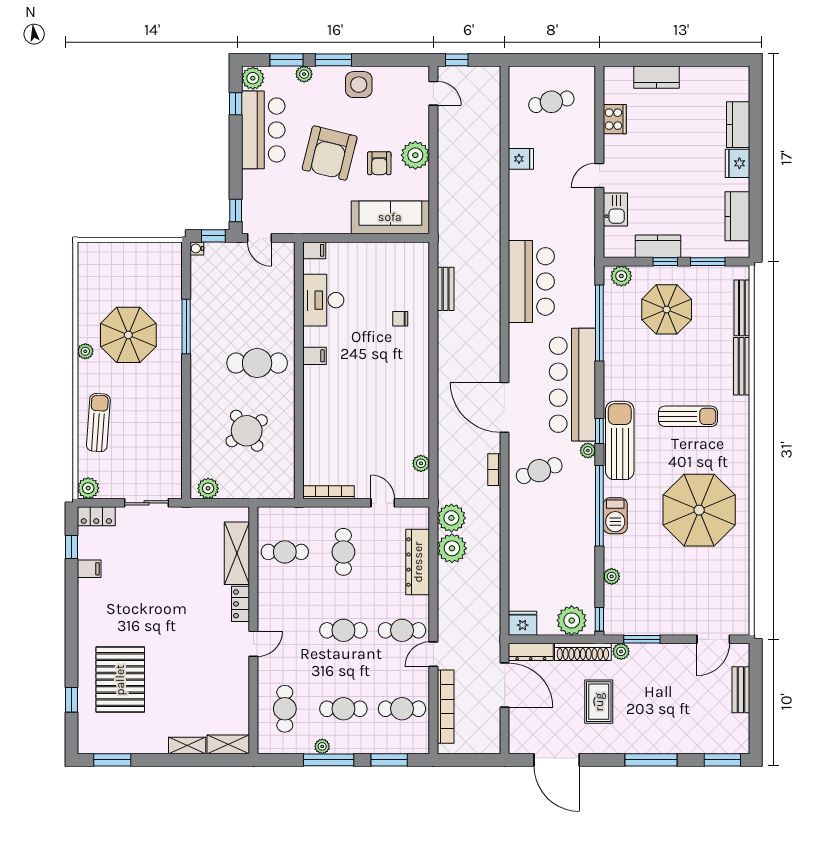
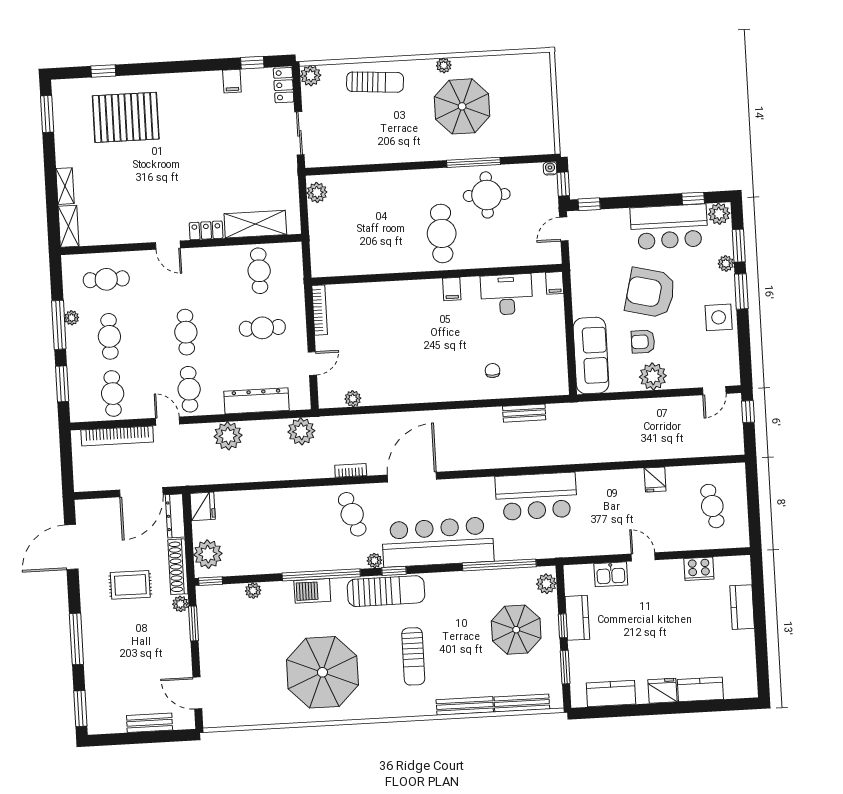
round table: (247, 431) -> (487, 195), moved, turned 35
plant: (452, 548) -> (228, 436), moved

